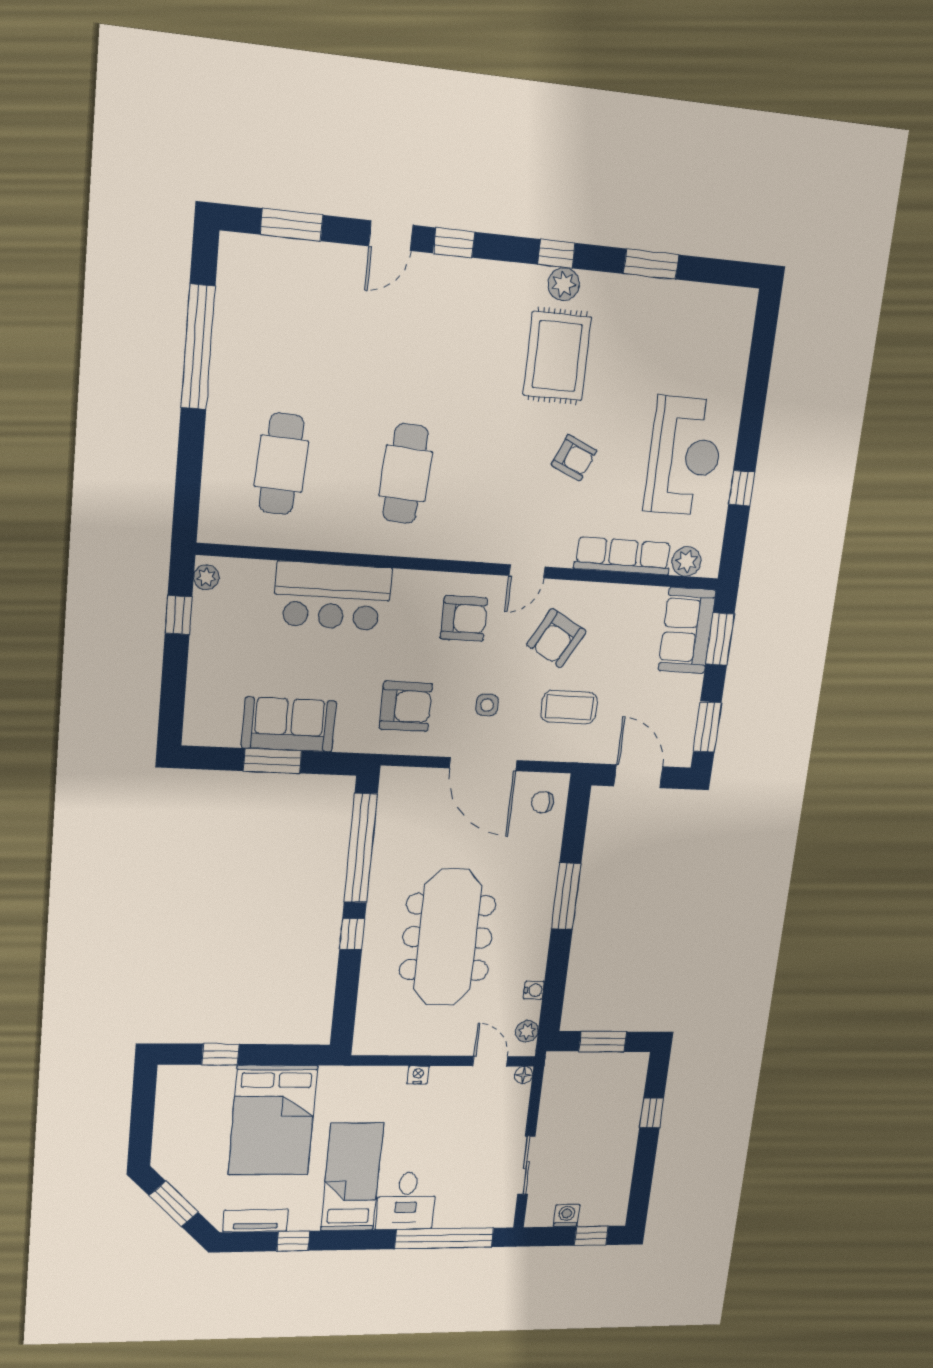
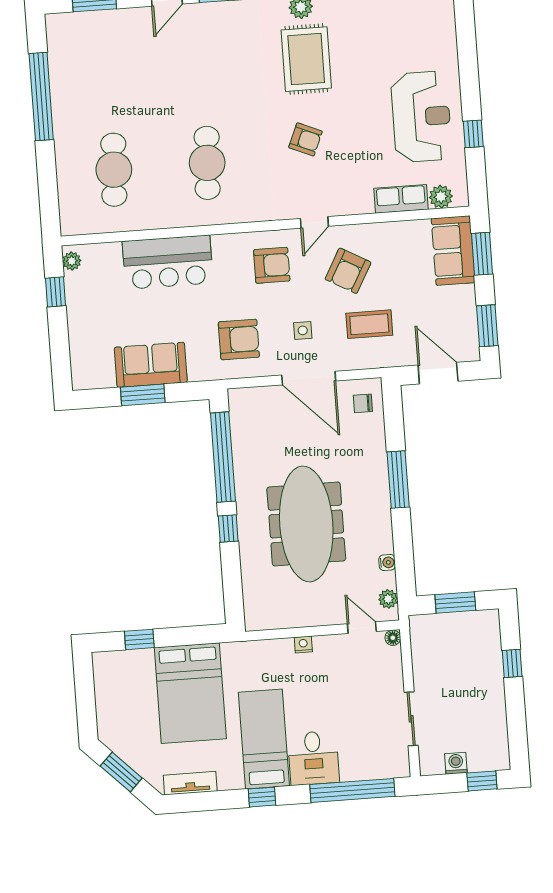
armchair: (574, 458) -> (305, 139), moved
row of seats: (623, 556) -> (401, 199), width x0.68
window: (293, 1241) -> (262, 797), moved

